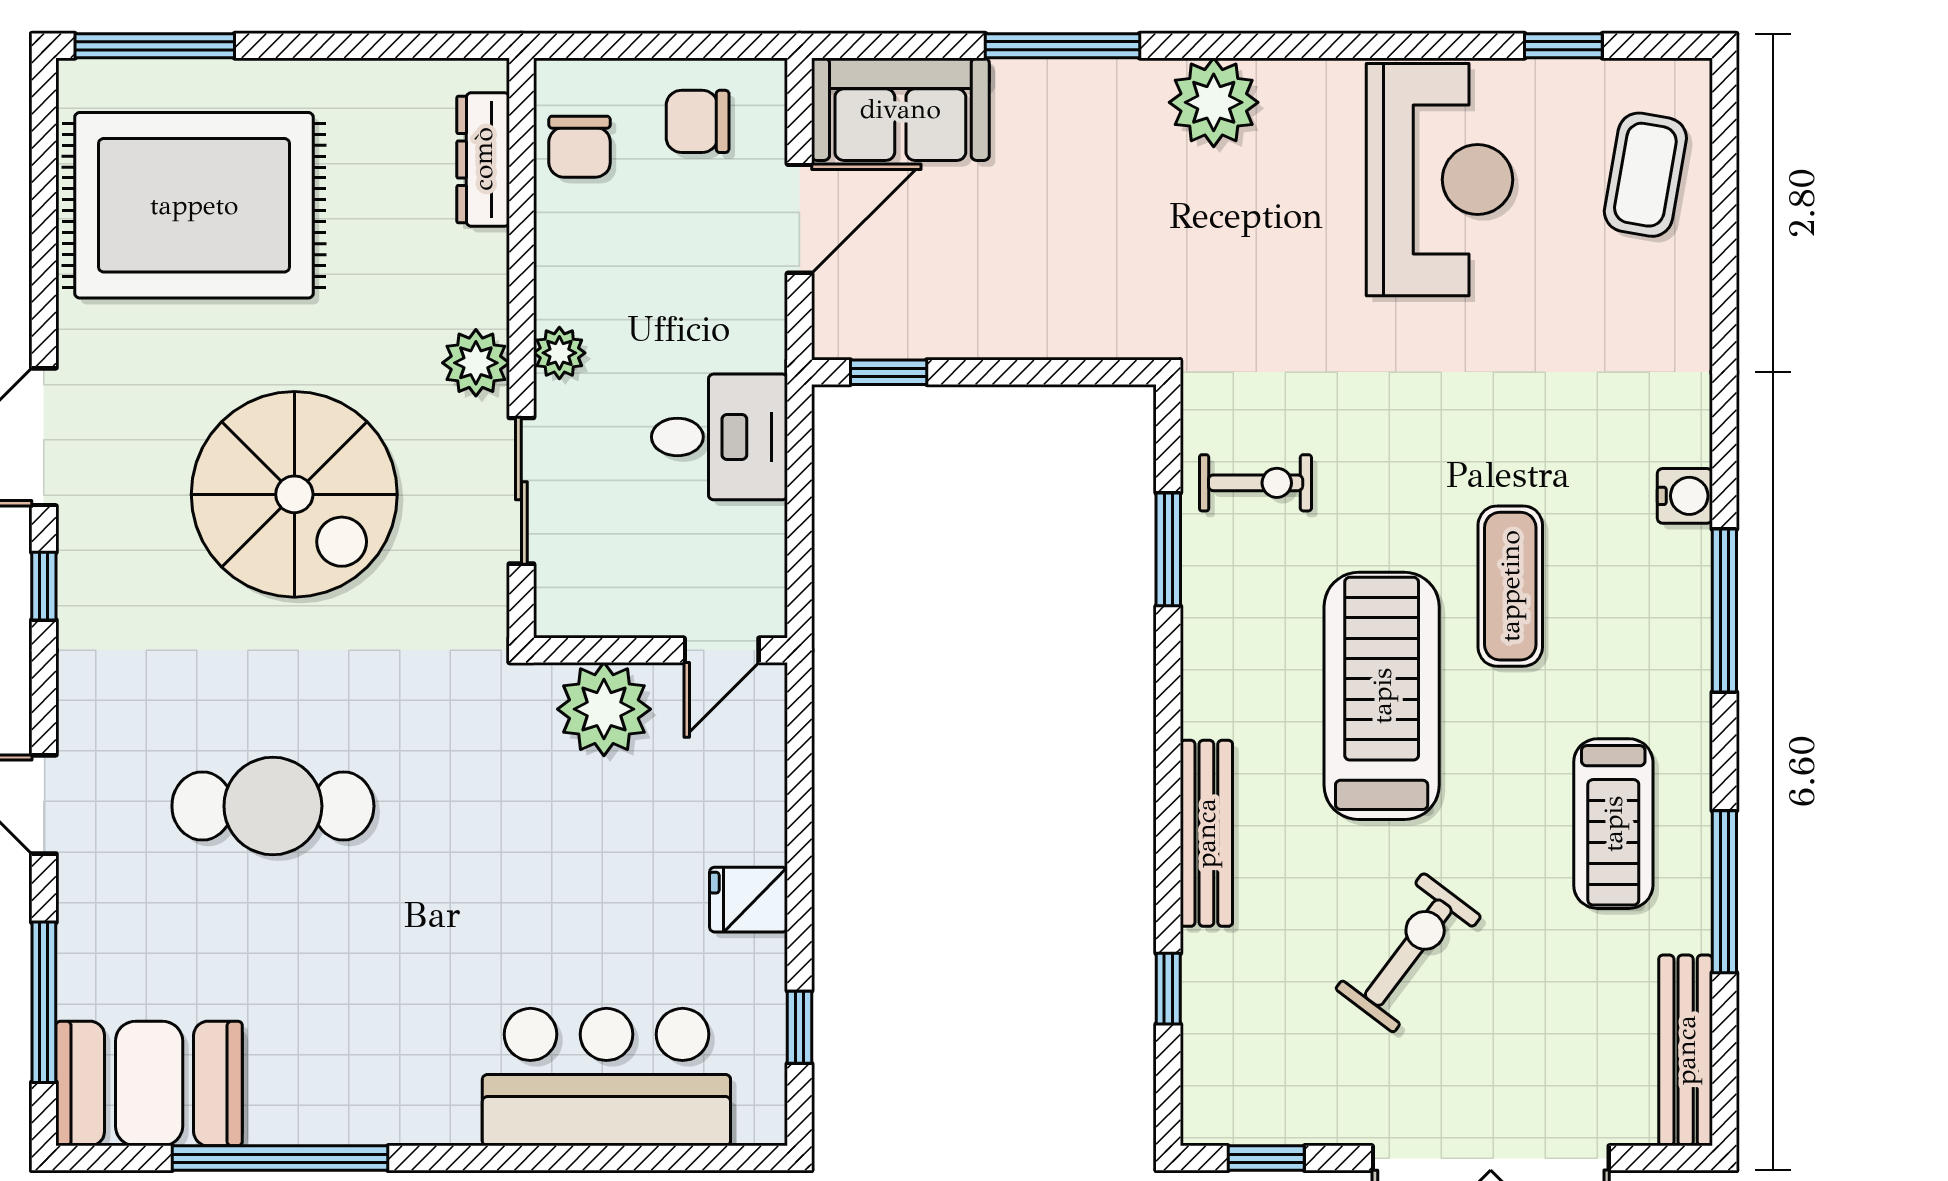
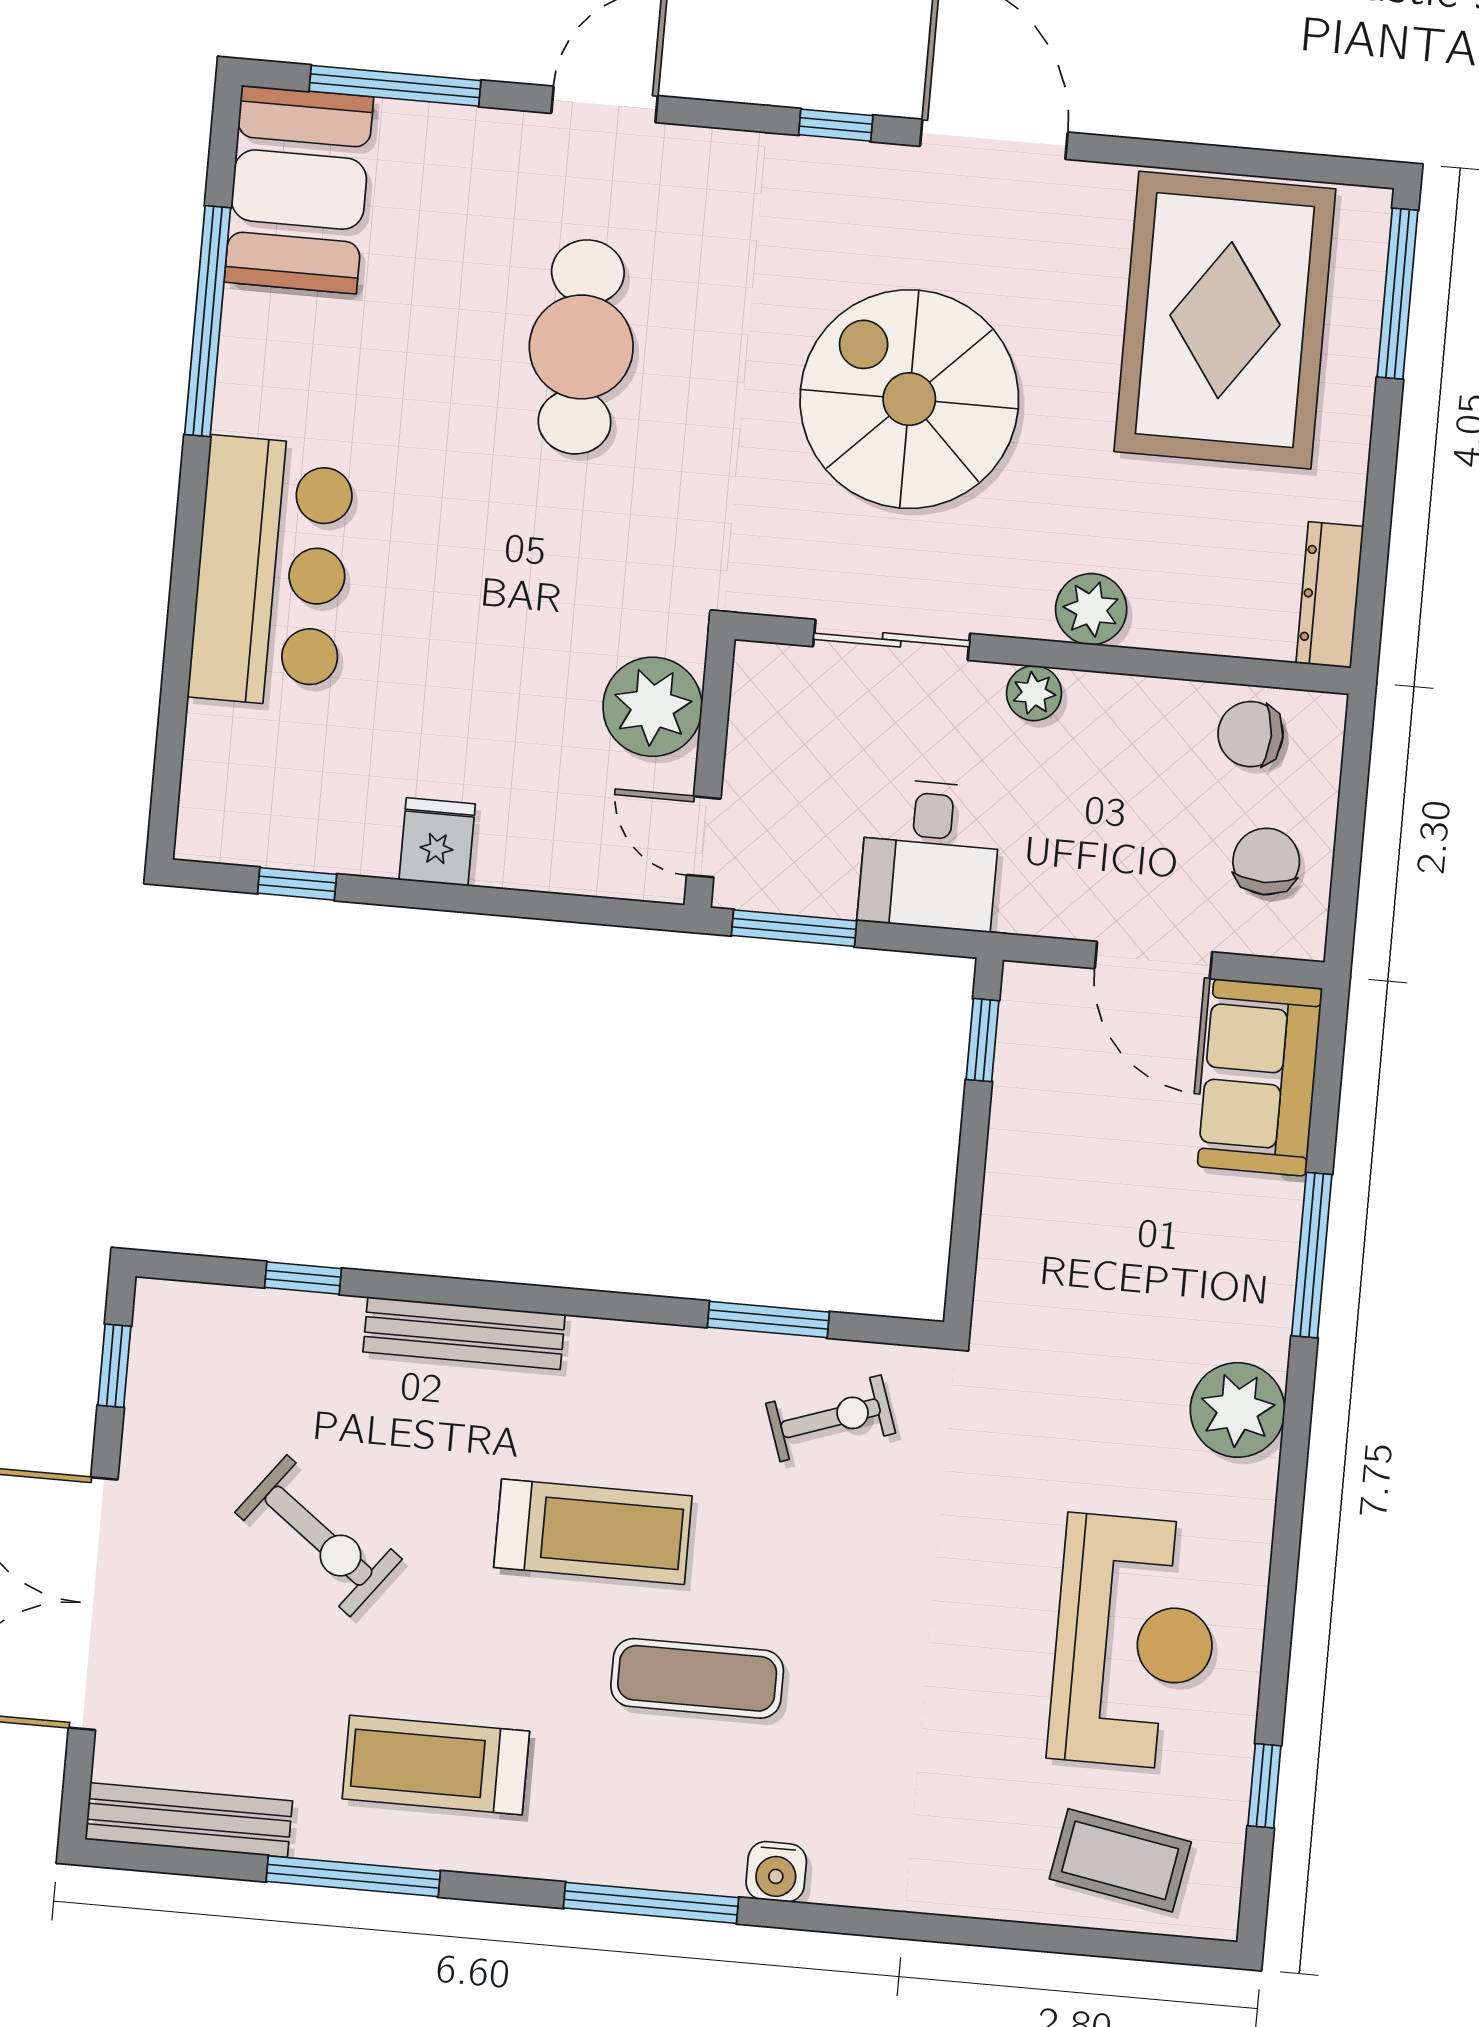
dresser: (483, 159) -> (1330, 595), moved, turned -90
reception desk: (1440, 180) -> (1134, 1642), turned -90
plant: (476, 363) -> (1091, 609), moved
exercise bike: (1256, 483) -> (831, 1418), turned -109
spiral stairs: (294, 494) -> (909, 399), turned 90
window: (799, 558) -> (794, 928), added
treadmill: (1382, 696) -> (593, 1532), width x0.73, depth x0.73
bar counter: (606, 1077) -> (272, 572), moved

